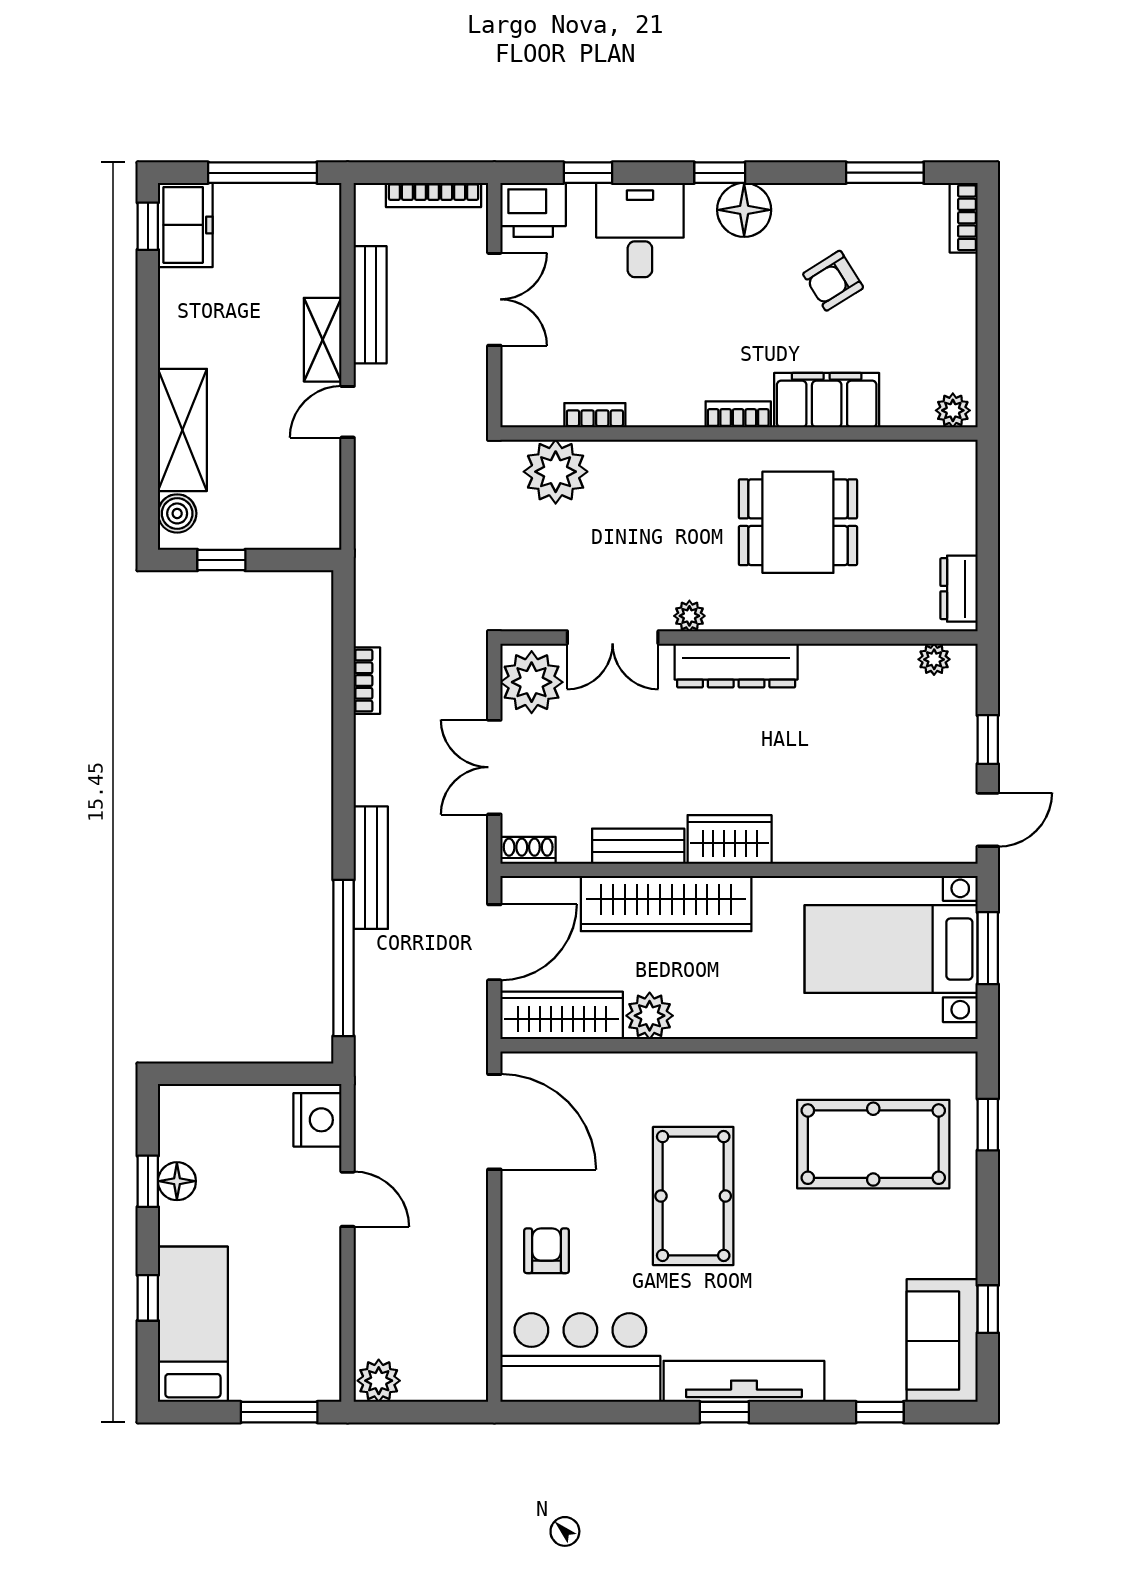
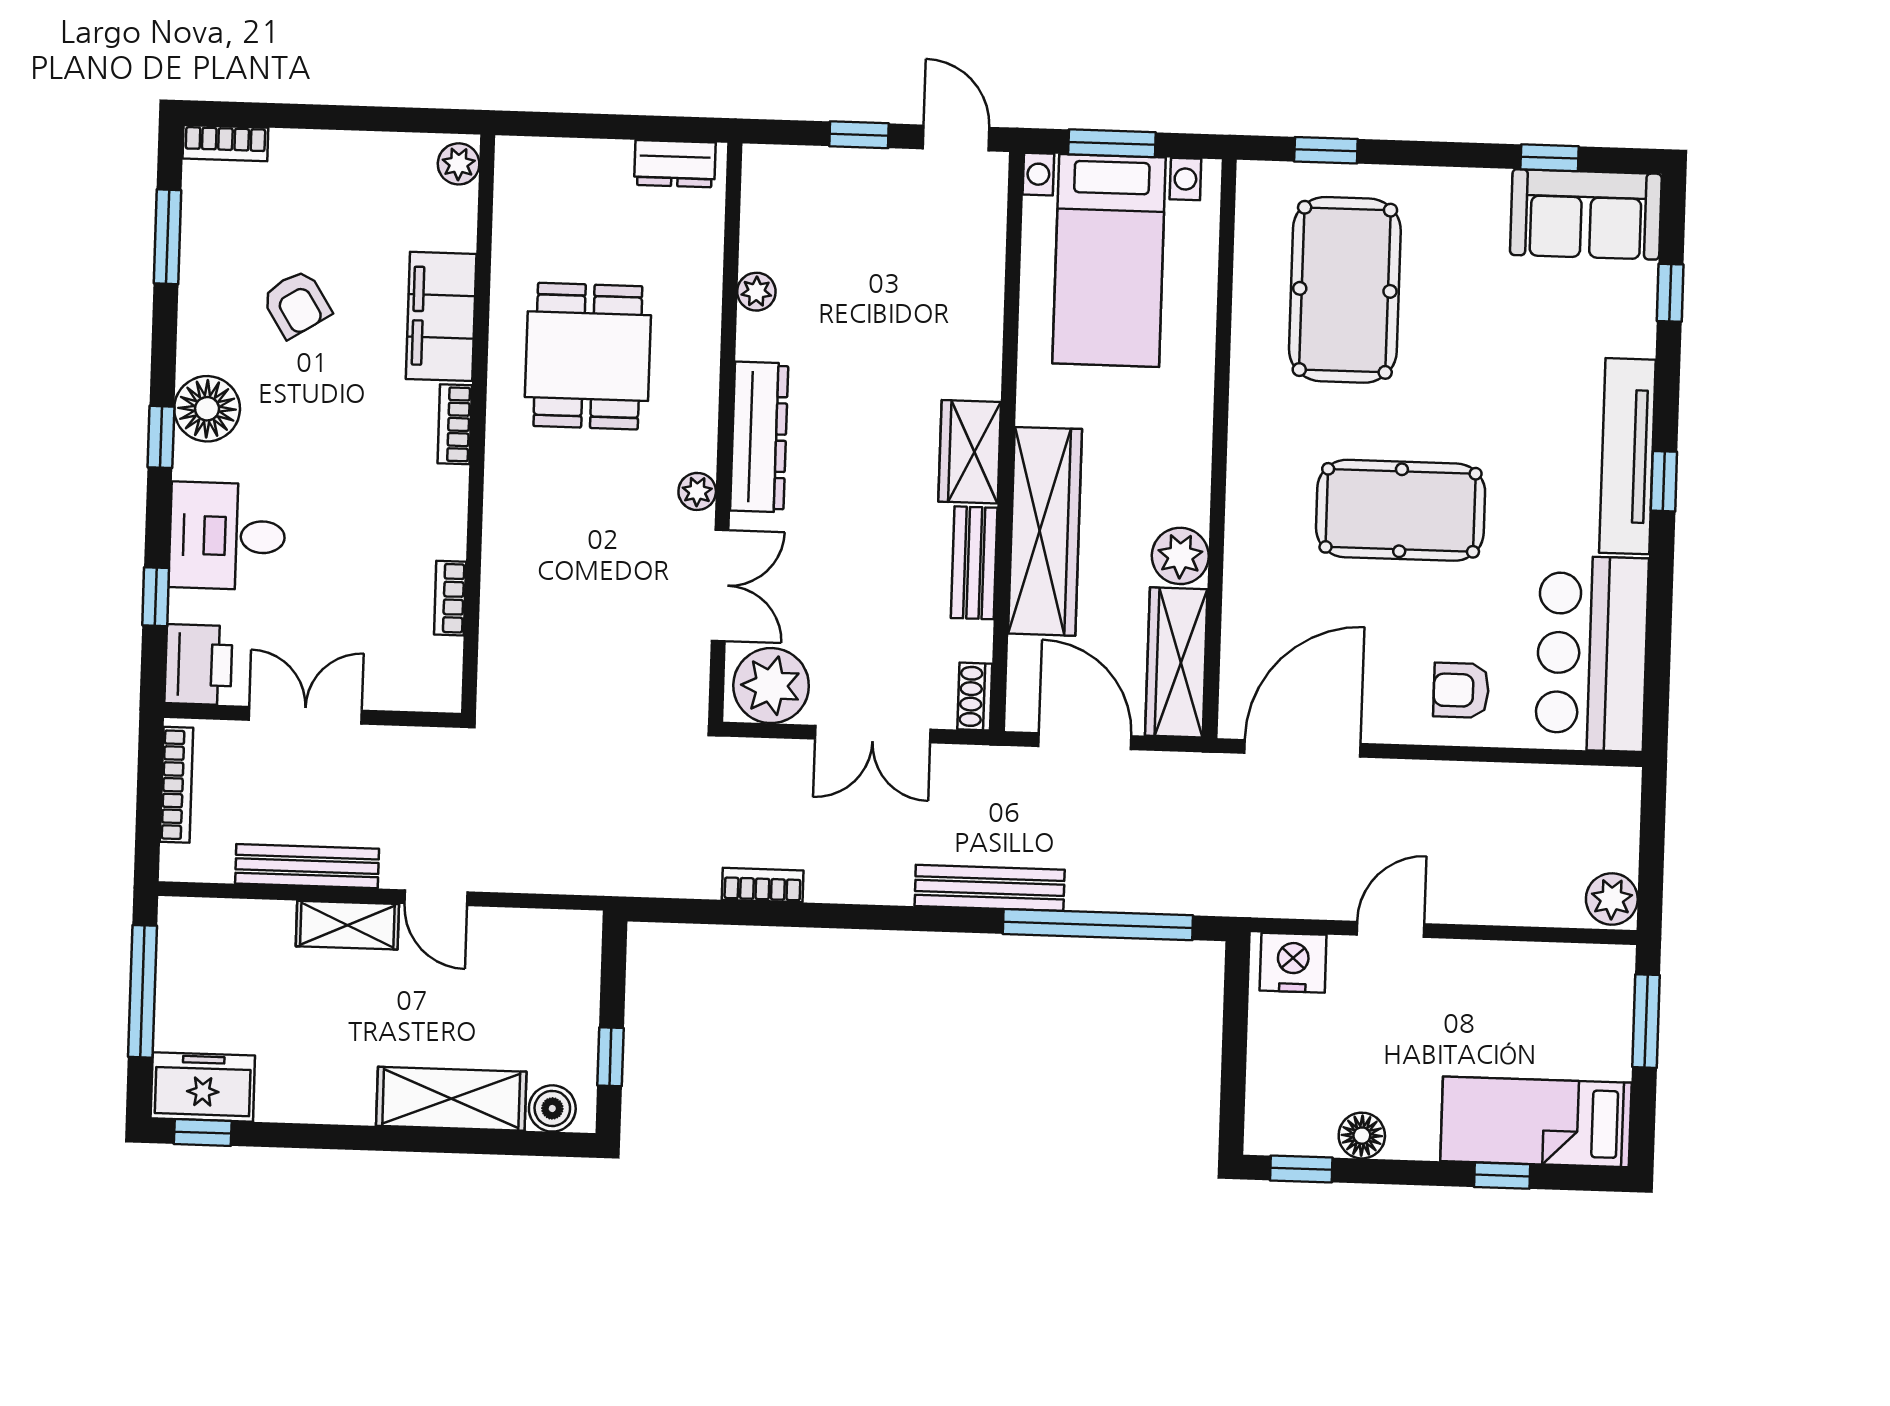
plant: (556, 472) -> (517, 648), removed
plant: (934, 659) -> (756, 292), moved
window: (148, 1181) -> (1301, 1169), moved

